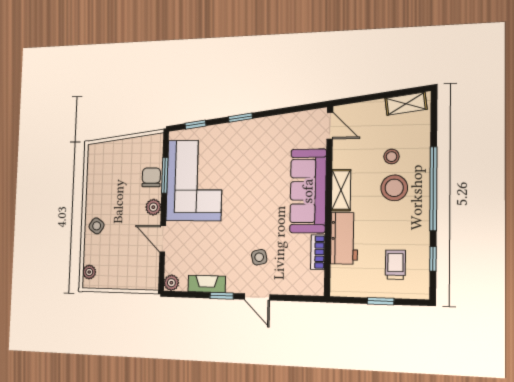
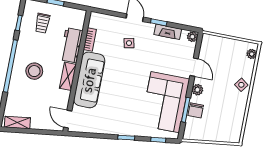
stool: (392, 157) -> (32, 91), removed

